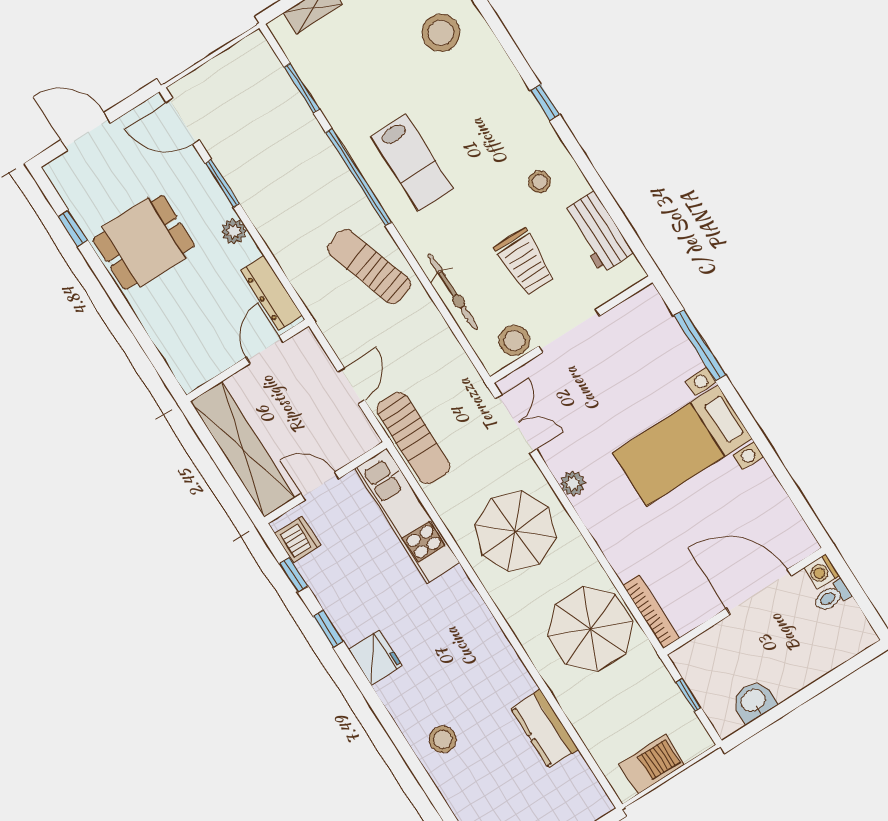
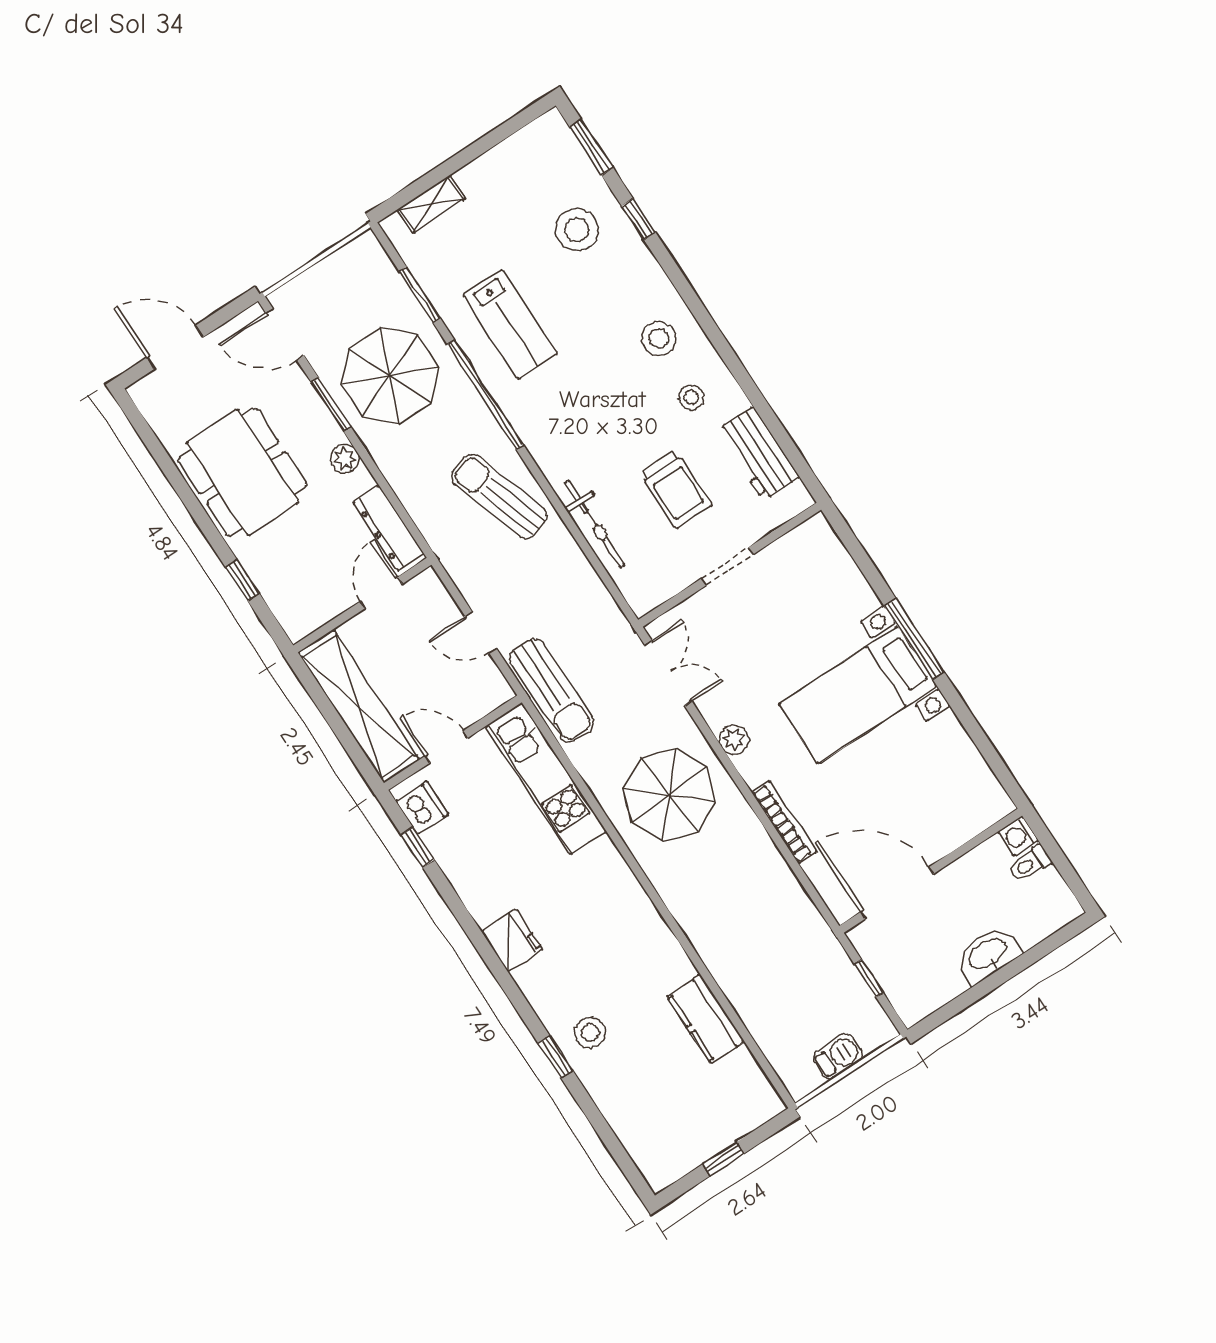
window: (545, 102) -> (638, 219), moved
lab bench: (412, 163) -> (510, 324), moved
window: (73, 228) -> (242, 580), moved
dining table: (144, 242) -> (243, 473), width x1.37
doorway: (569, 331) -> (727, 566), width x0.73
stool: (514, 340) -> (659, 338), moved
window: (700, 345) -> (914, 639), moved
door: (351, 386) -> (481, 632), swing flipped
door: (759, 592) -> (897, 893), moved
bookcase: (651, 612) -> (784, 822), moved
window: (328, 629) -> (555, 1057), moved
parasol: (591, 629) -> (390, 376), moved
washbasin: (753, 701) -> (988, 955), moved, width x1.38
barbecue: (652, 764) -> (838, 1056), width x0.73, depth x0.79

